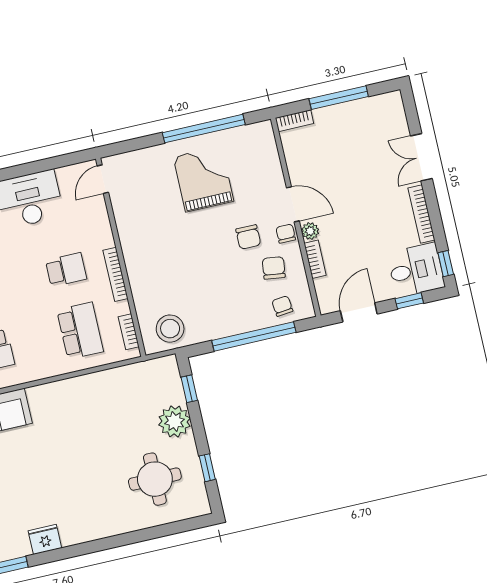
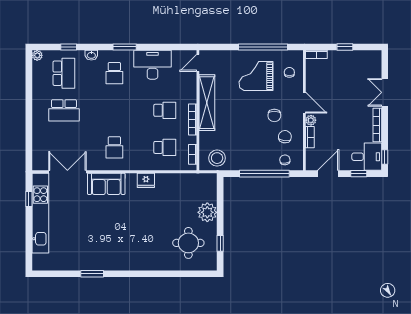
window: (339, 98) -> (345, 47), width x0.46
grand piano: (203, 179) -> (256, 76), turned -90
chair: (286, 234) -> (289, 72), moved
shelving: (132, 241) -> (207, 103), added
school desk: (80, 331) -> (165, 147), width x0.54
window: (189, 389) -> (220, 195), removed
fridge: (45, 539) -> (146, 180), moved, turned 180

